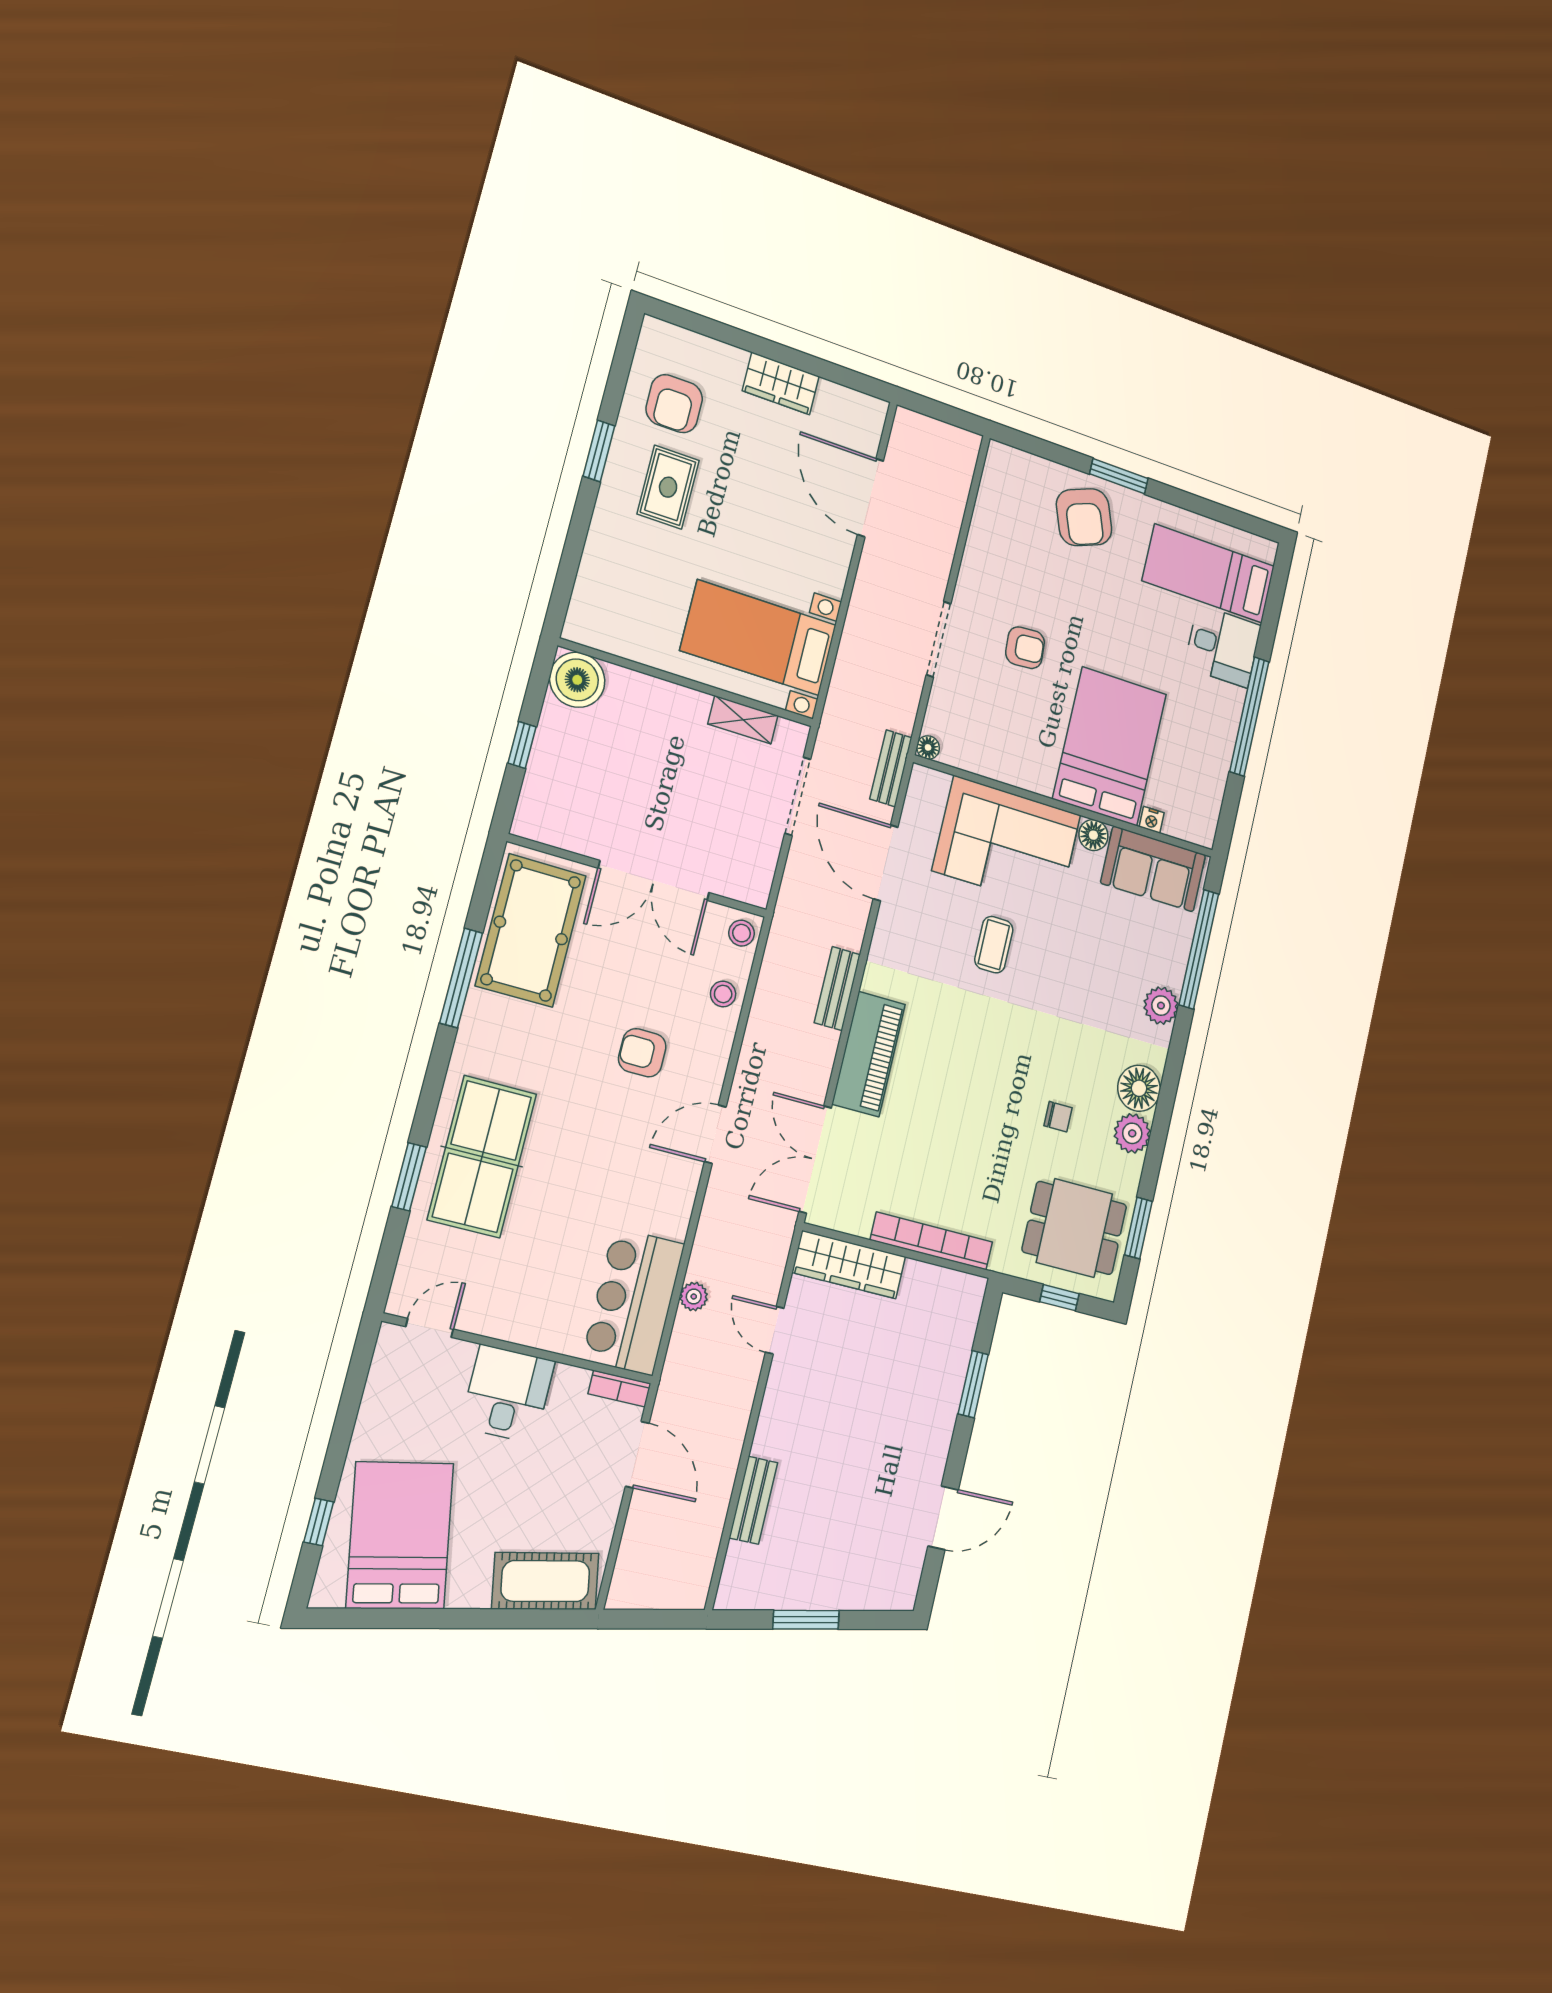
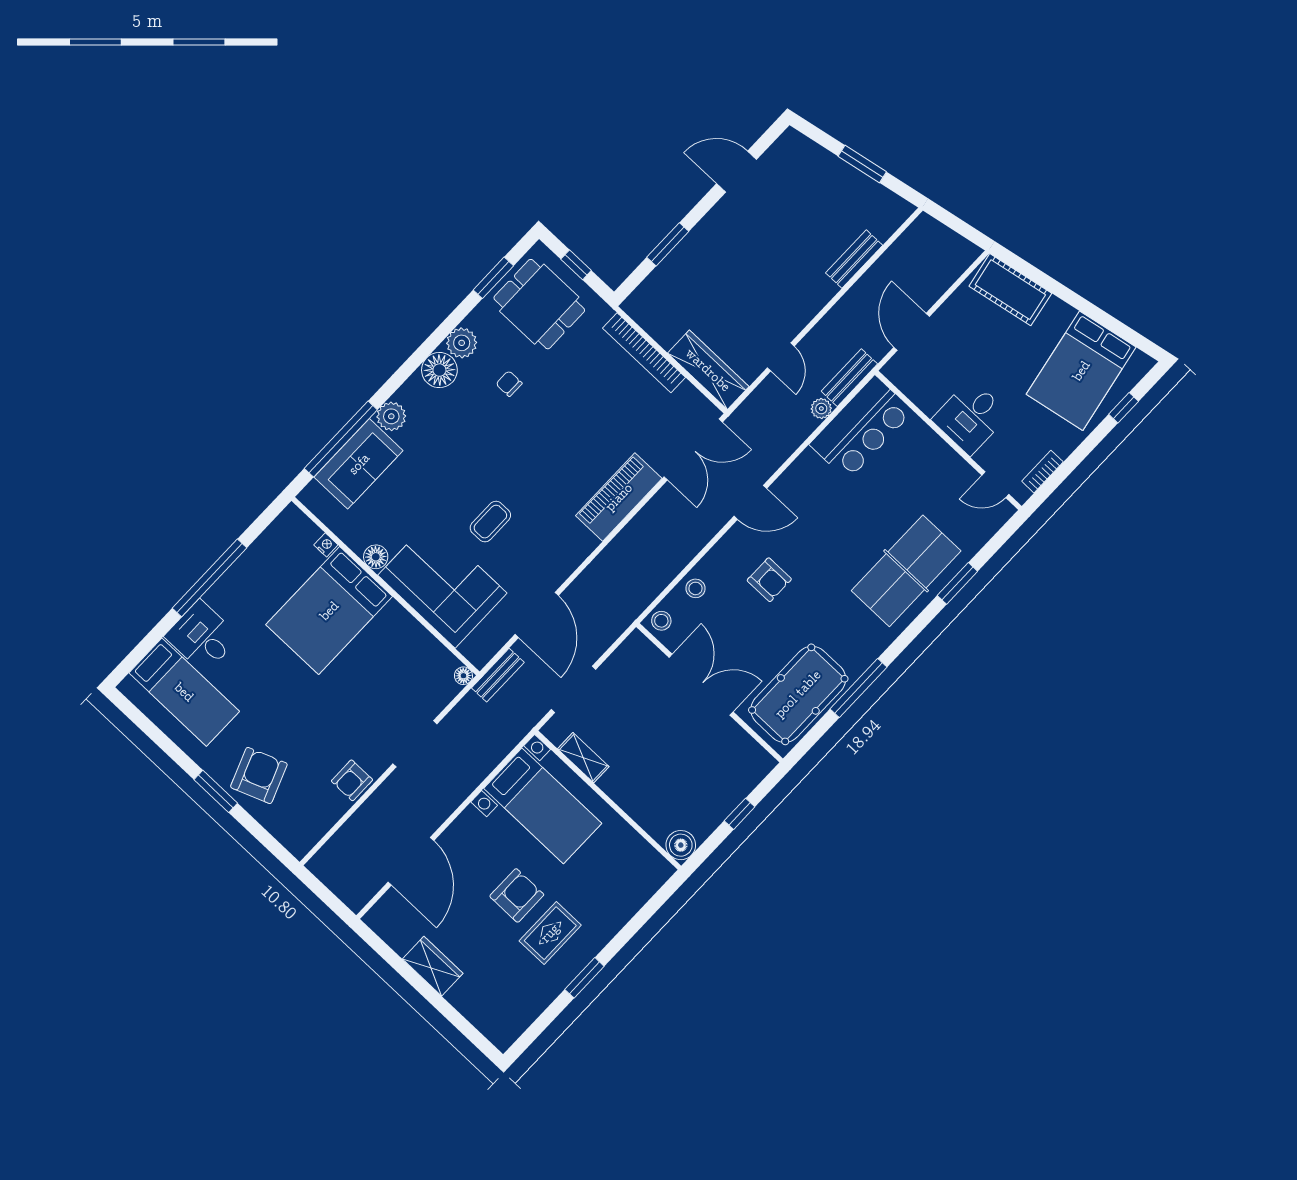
armchair: (674, 404) -> (517, 895), moved
armchair: (1025, 648) -> (352, 780), moved, turned -86
boiler: (577, 680) -> (681, 845), width x0.73, depth x0.73
sofa: (1153, 869) -> (359, 464), moved, turned 90
bench: (837, 989) -> (849, 378), moved
bookcase: (620, 1389) -> (1042, 472), moved, turned -90

